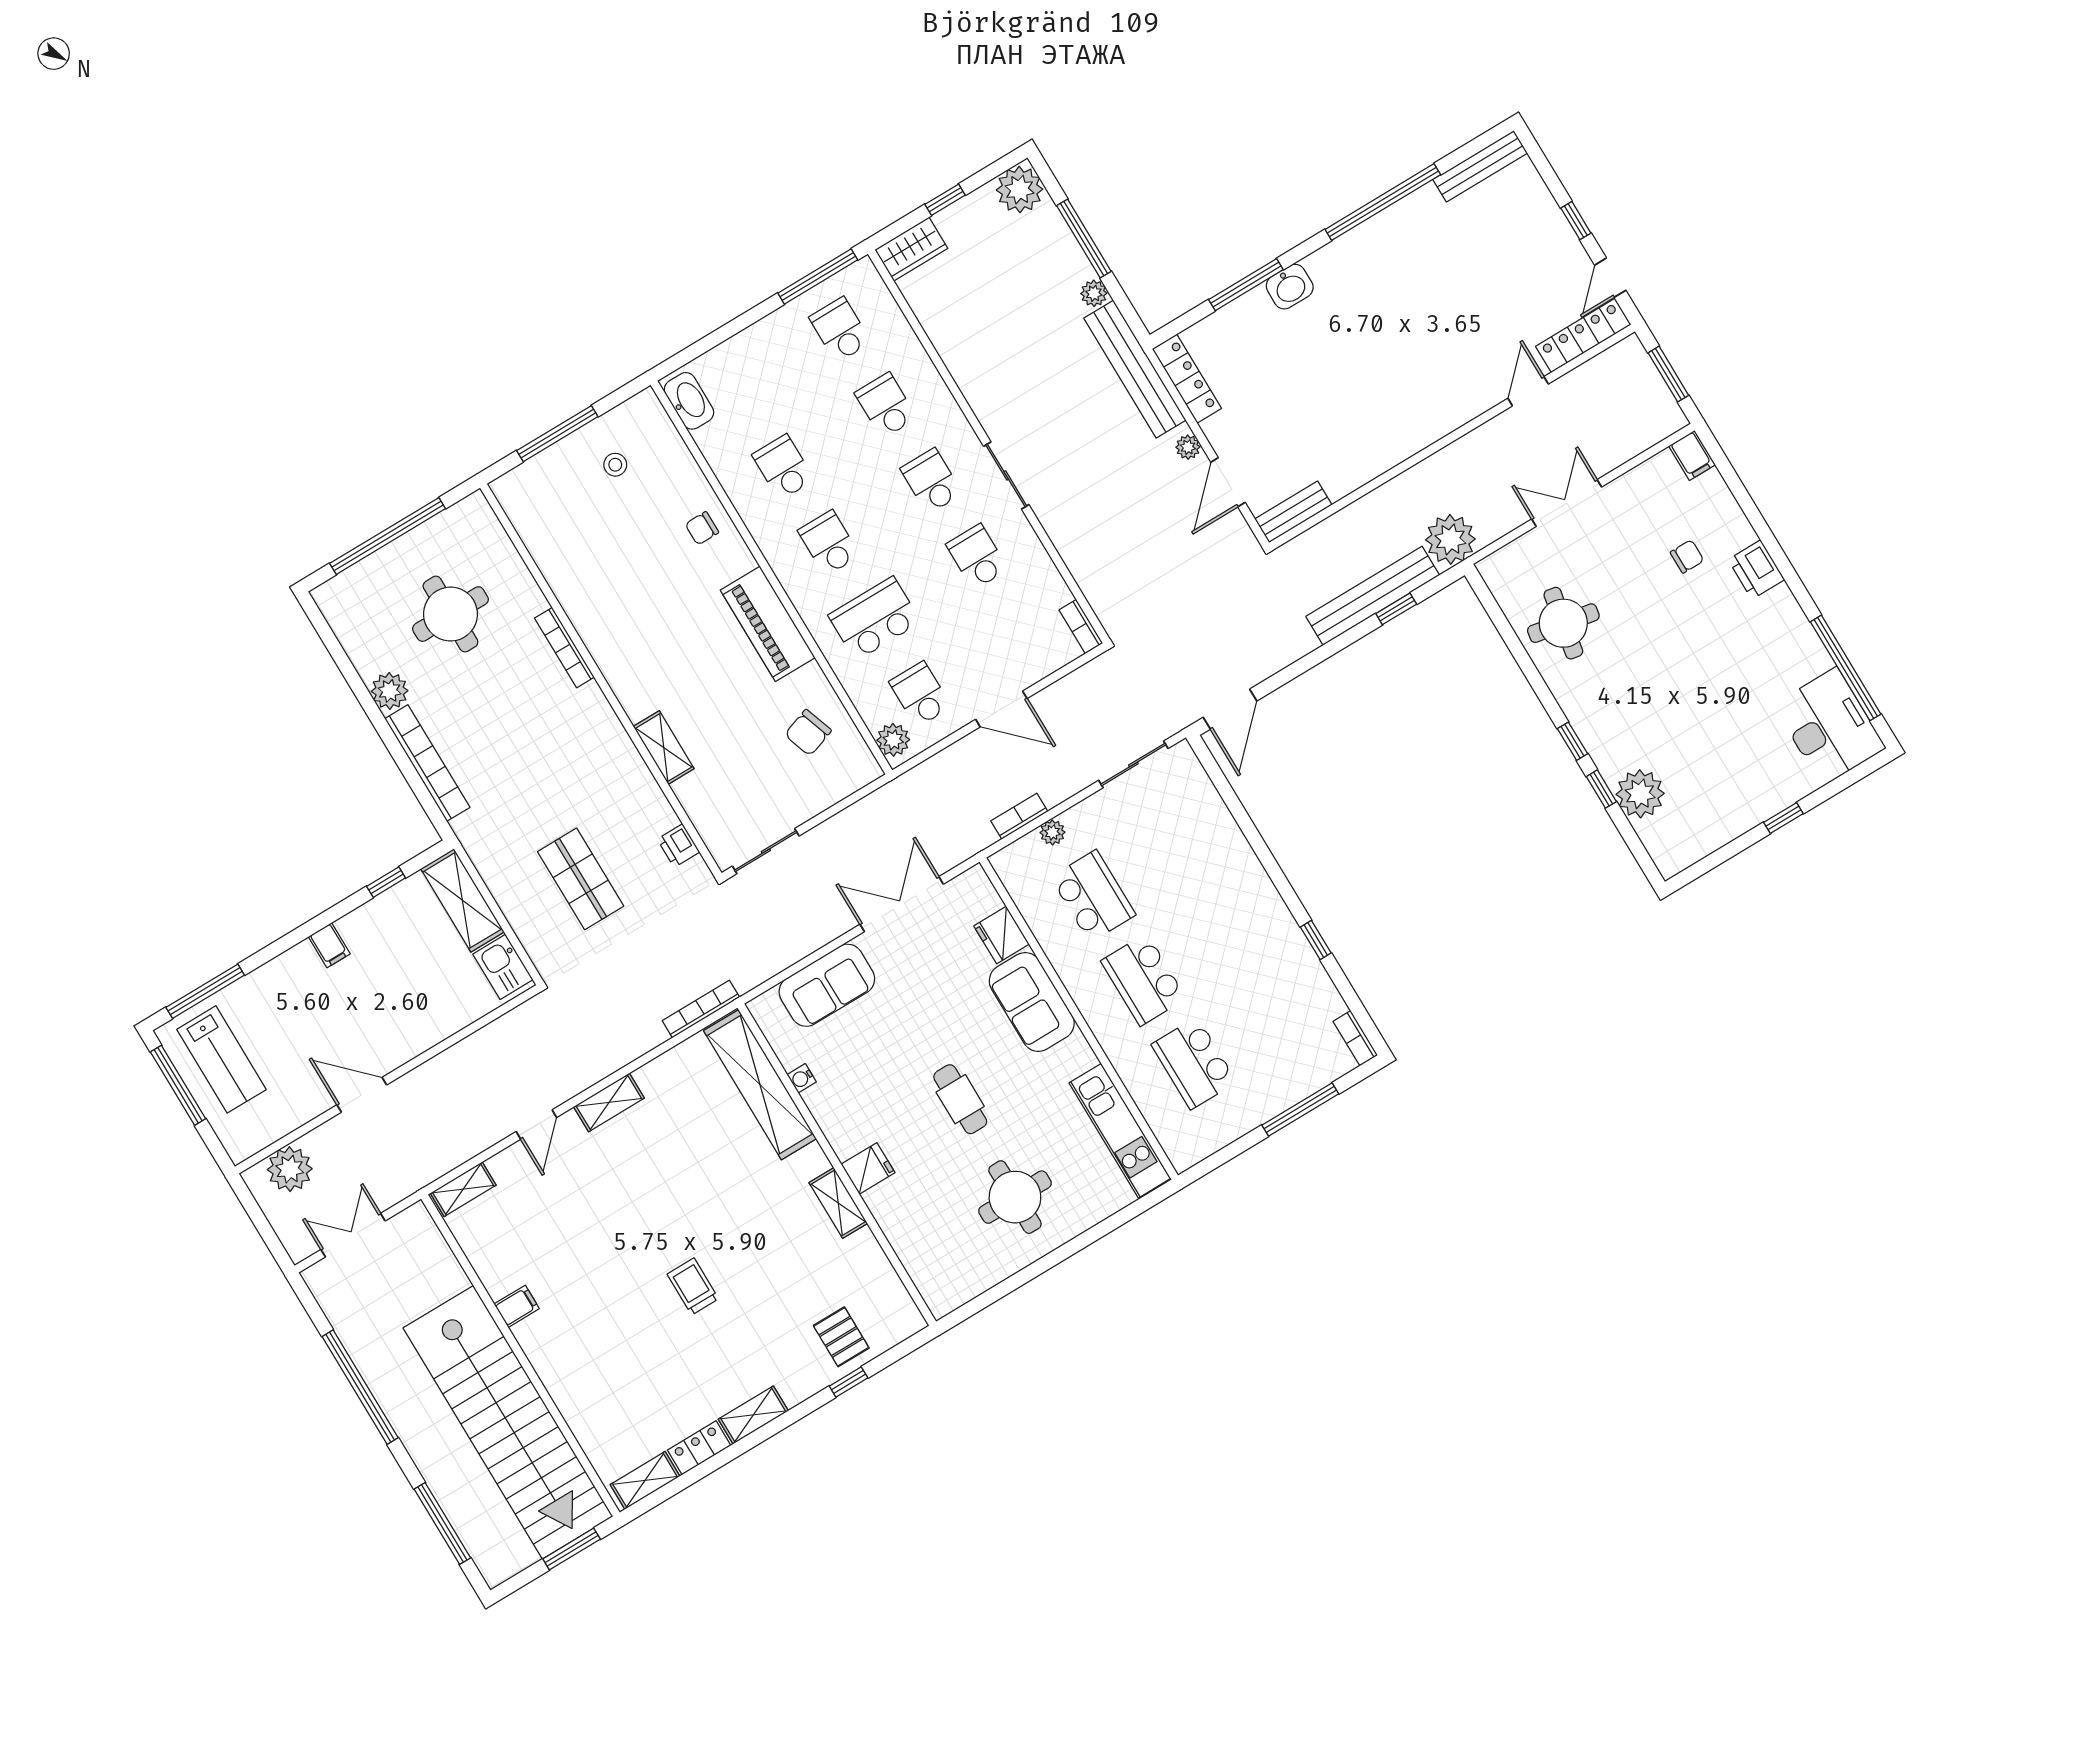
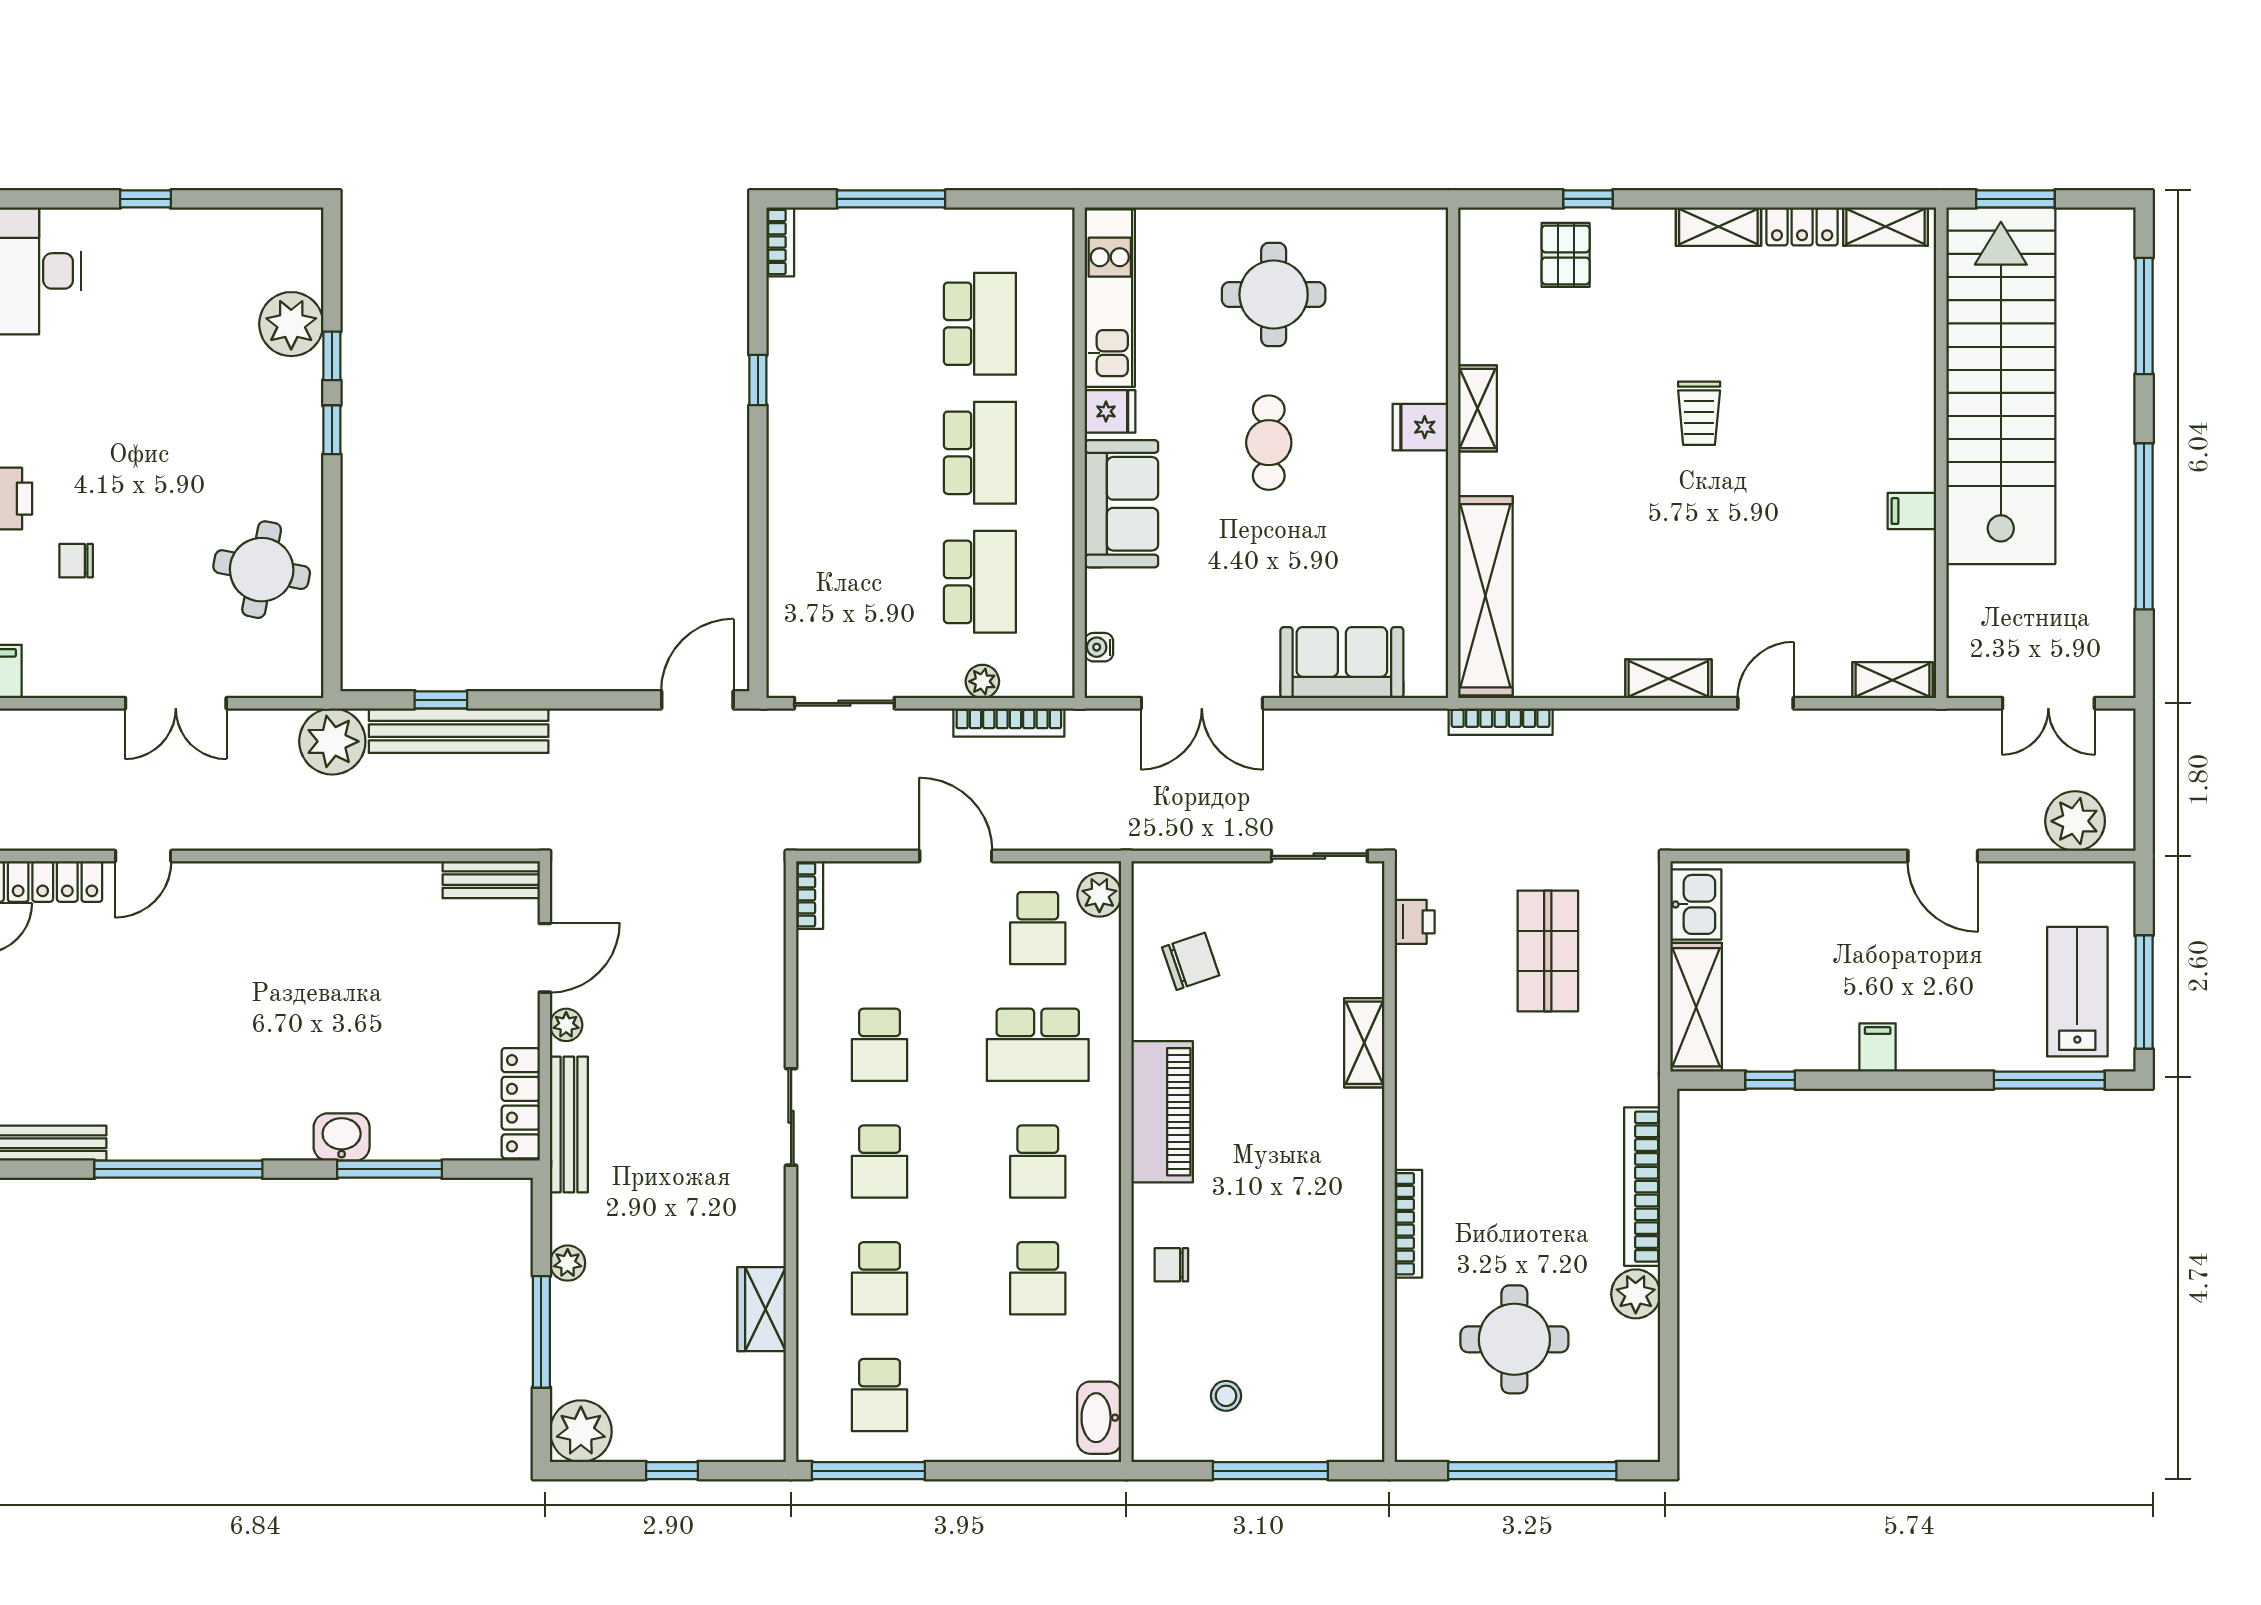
wardrobe: (911, 249) -> (762, 1309), moved, turned -90
bench: (1135, 369) -> (569, 1125), width x0.73, depth x0.82
chair: (702, 528) -> (1171, 1265), turned 180
bookcase: (1019, 816) -> (1009, 723), width x1.56
school desk: (1093, 896) -> (980, 582), turned 180
fridge: (1002, 935) -> (1110, 411), moved, width x0.72
water cooler: (802, 1078) -> (1099, 647), moved, turned 180

